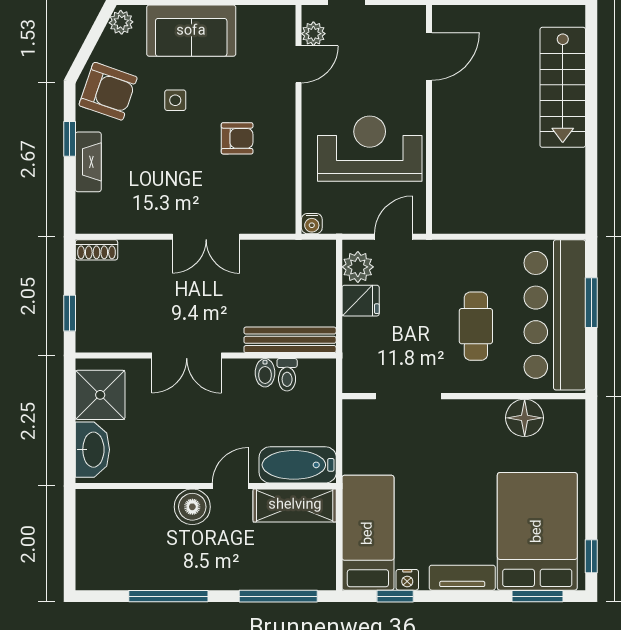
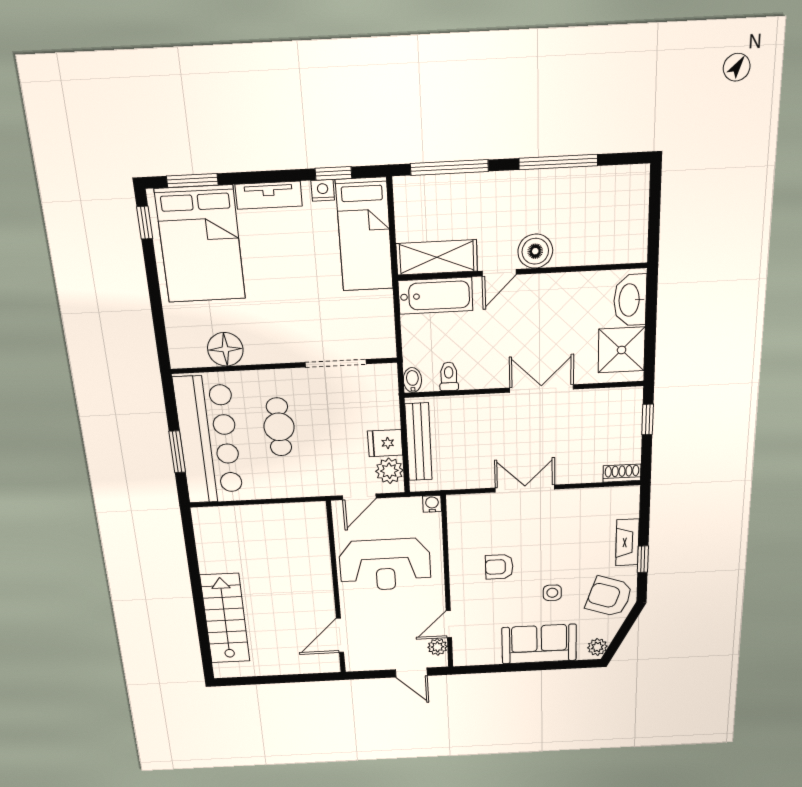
bench: (290, 340) -> (419, 442), moved, turned 90
bidet: (265, 373) -> (412, 380), moved

